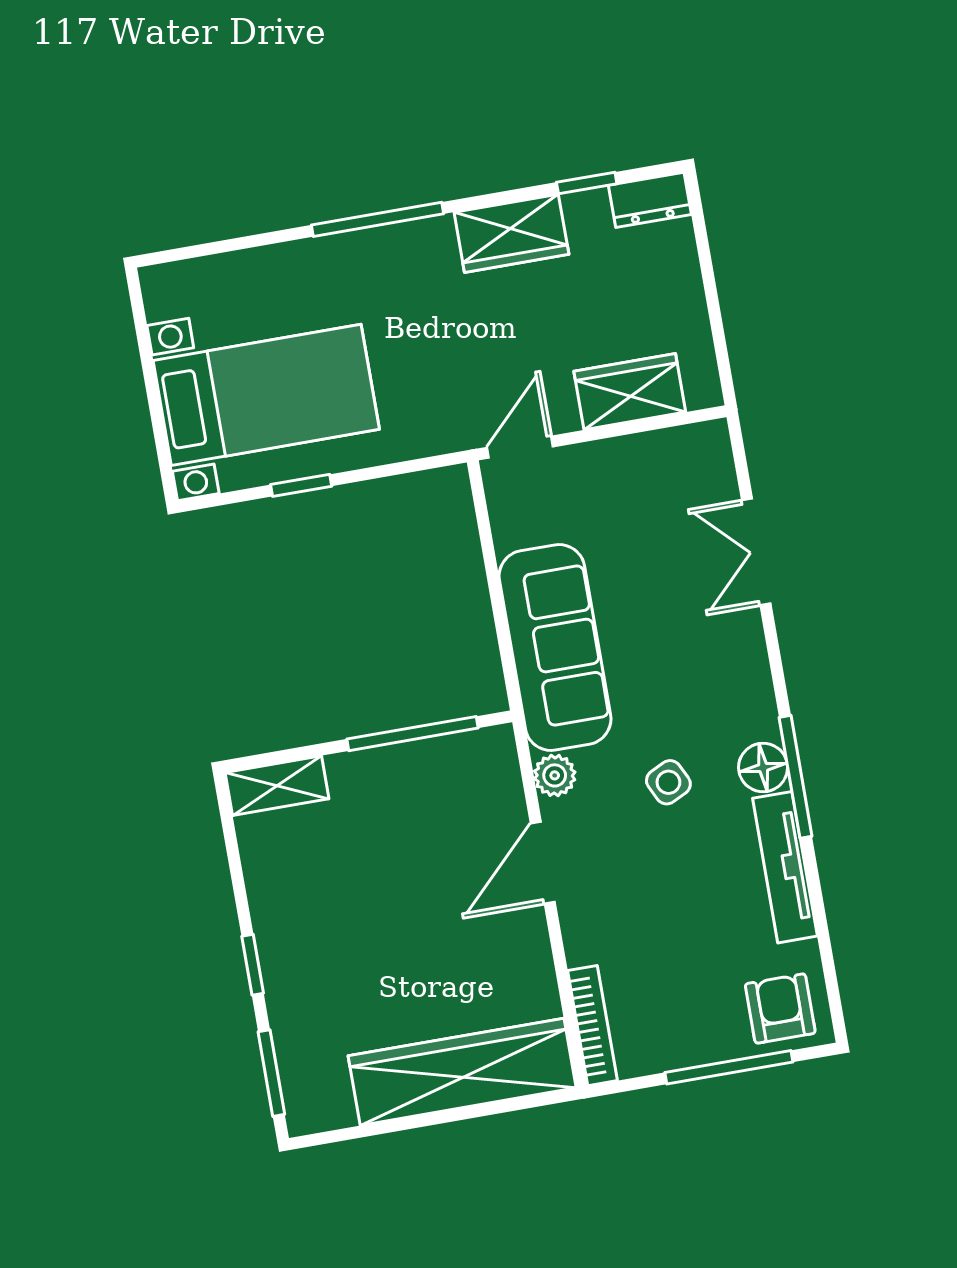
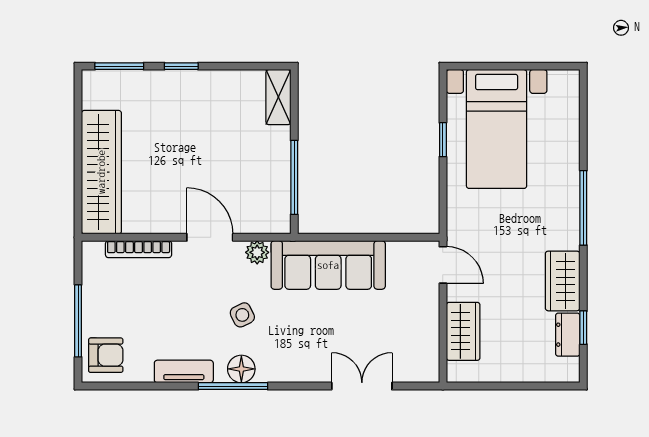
dresser: (650, 200) -> (568, 335), moved
tv unit: (785, 867) -> (184, 371), width x0.71
bookcase: (593, 1026) -> (139, 249), moved

